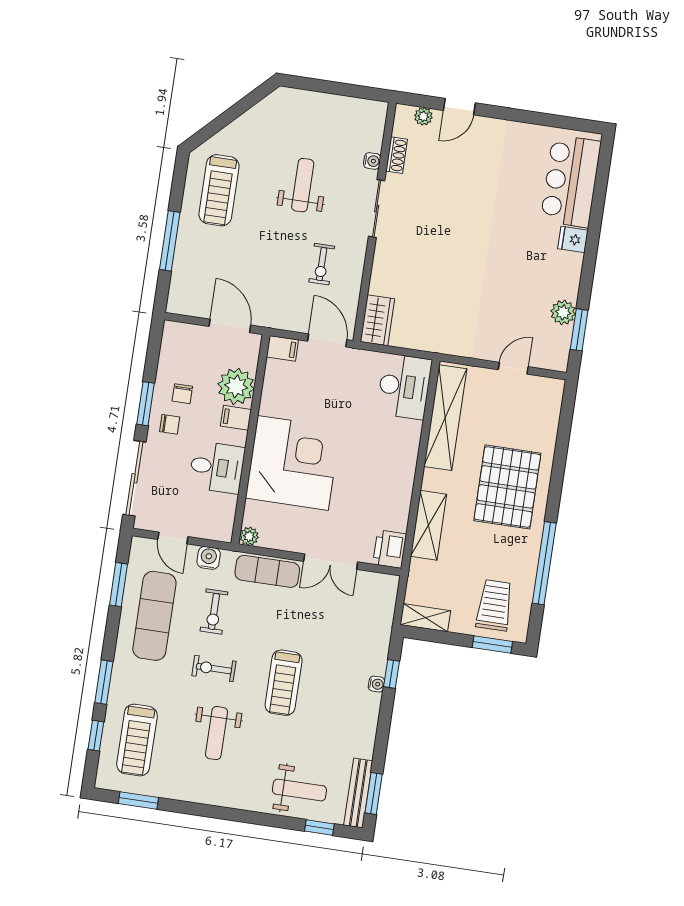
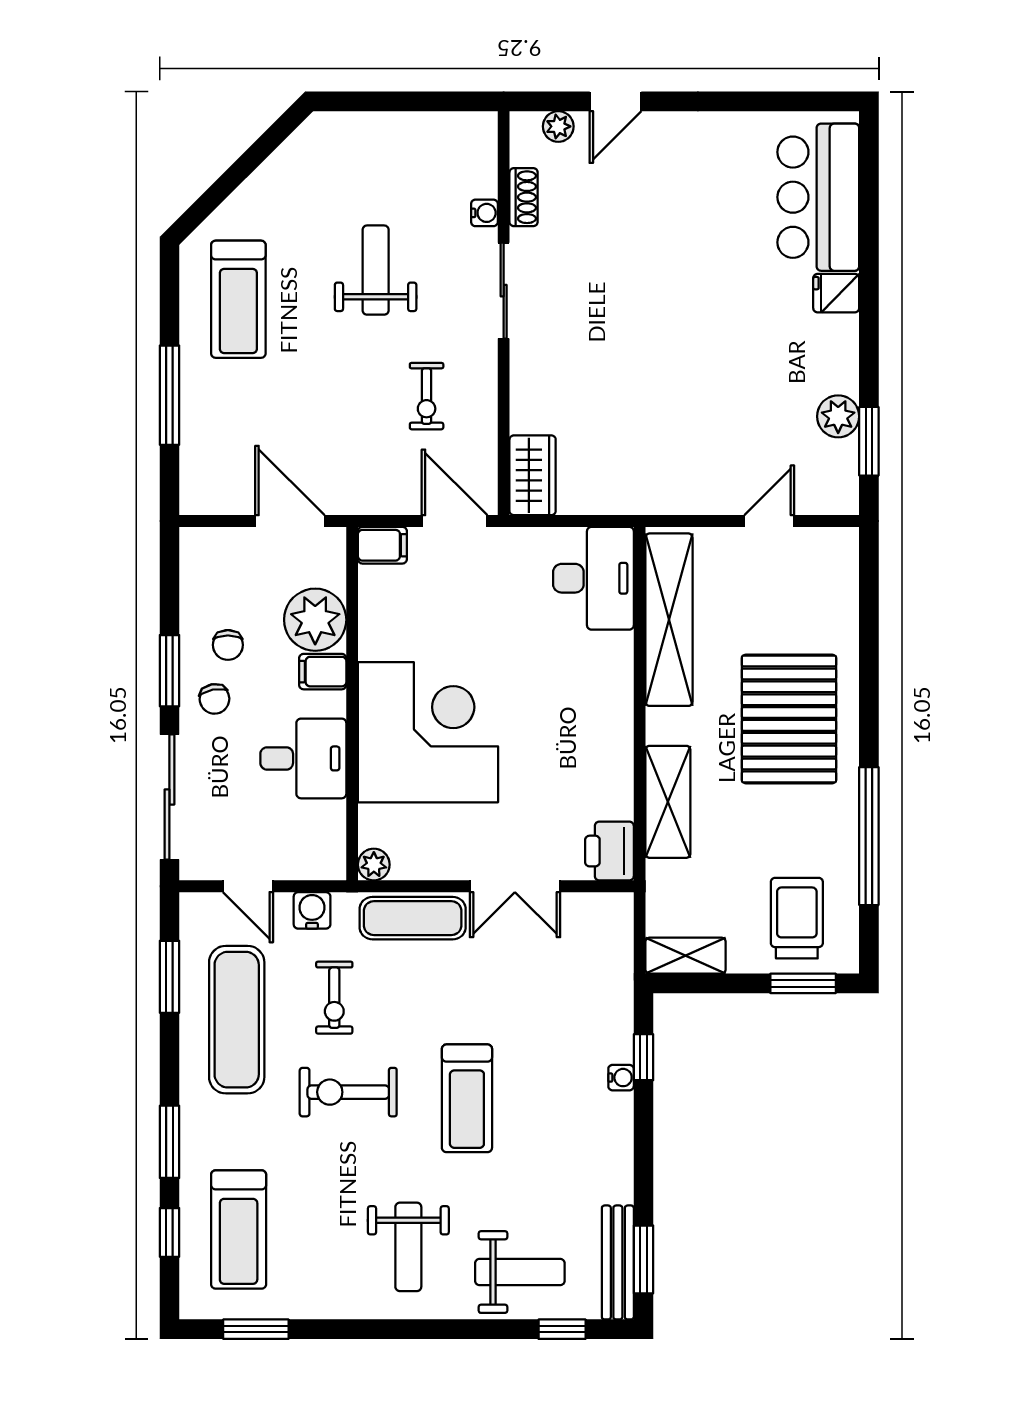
chair: (170, 424) -> (214, 699), turned 79
exercise bike: (214, 669) -> (348, 1092), width x1.38, depth x1.39
weight bench: (216, 733) -> (408, 1247), moved

